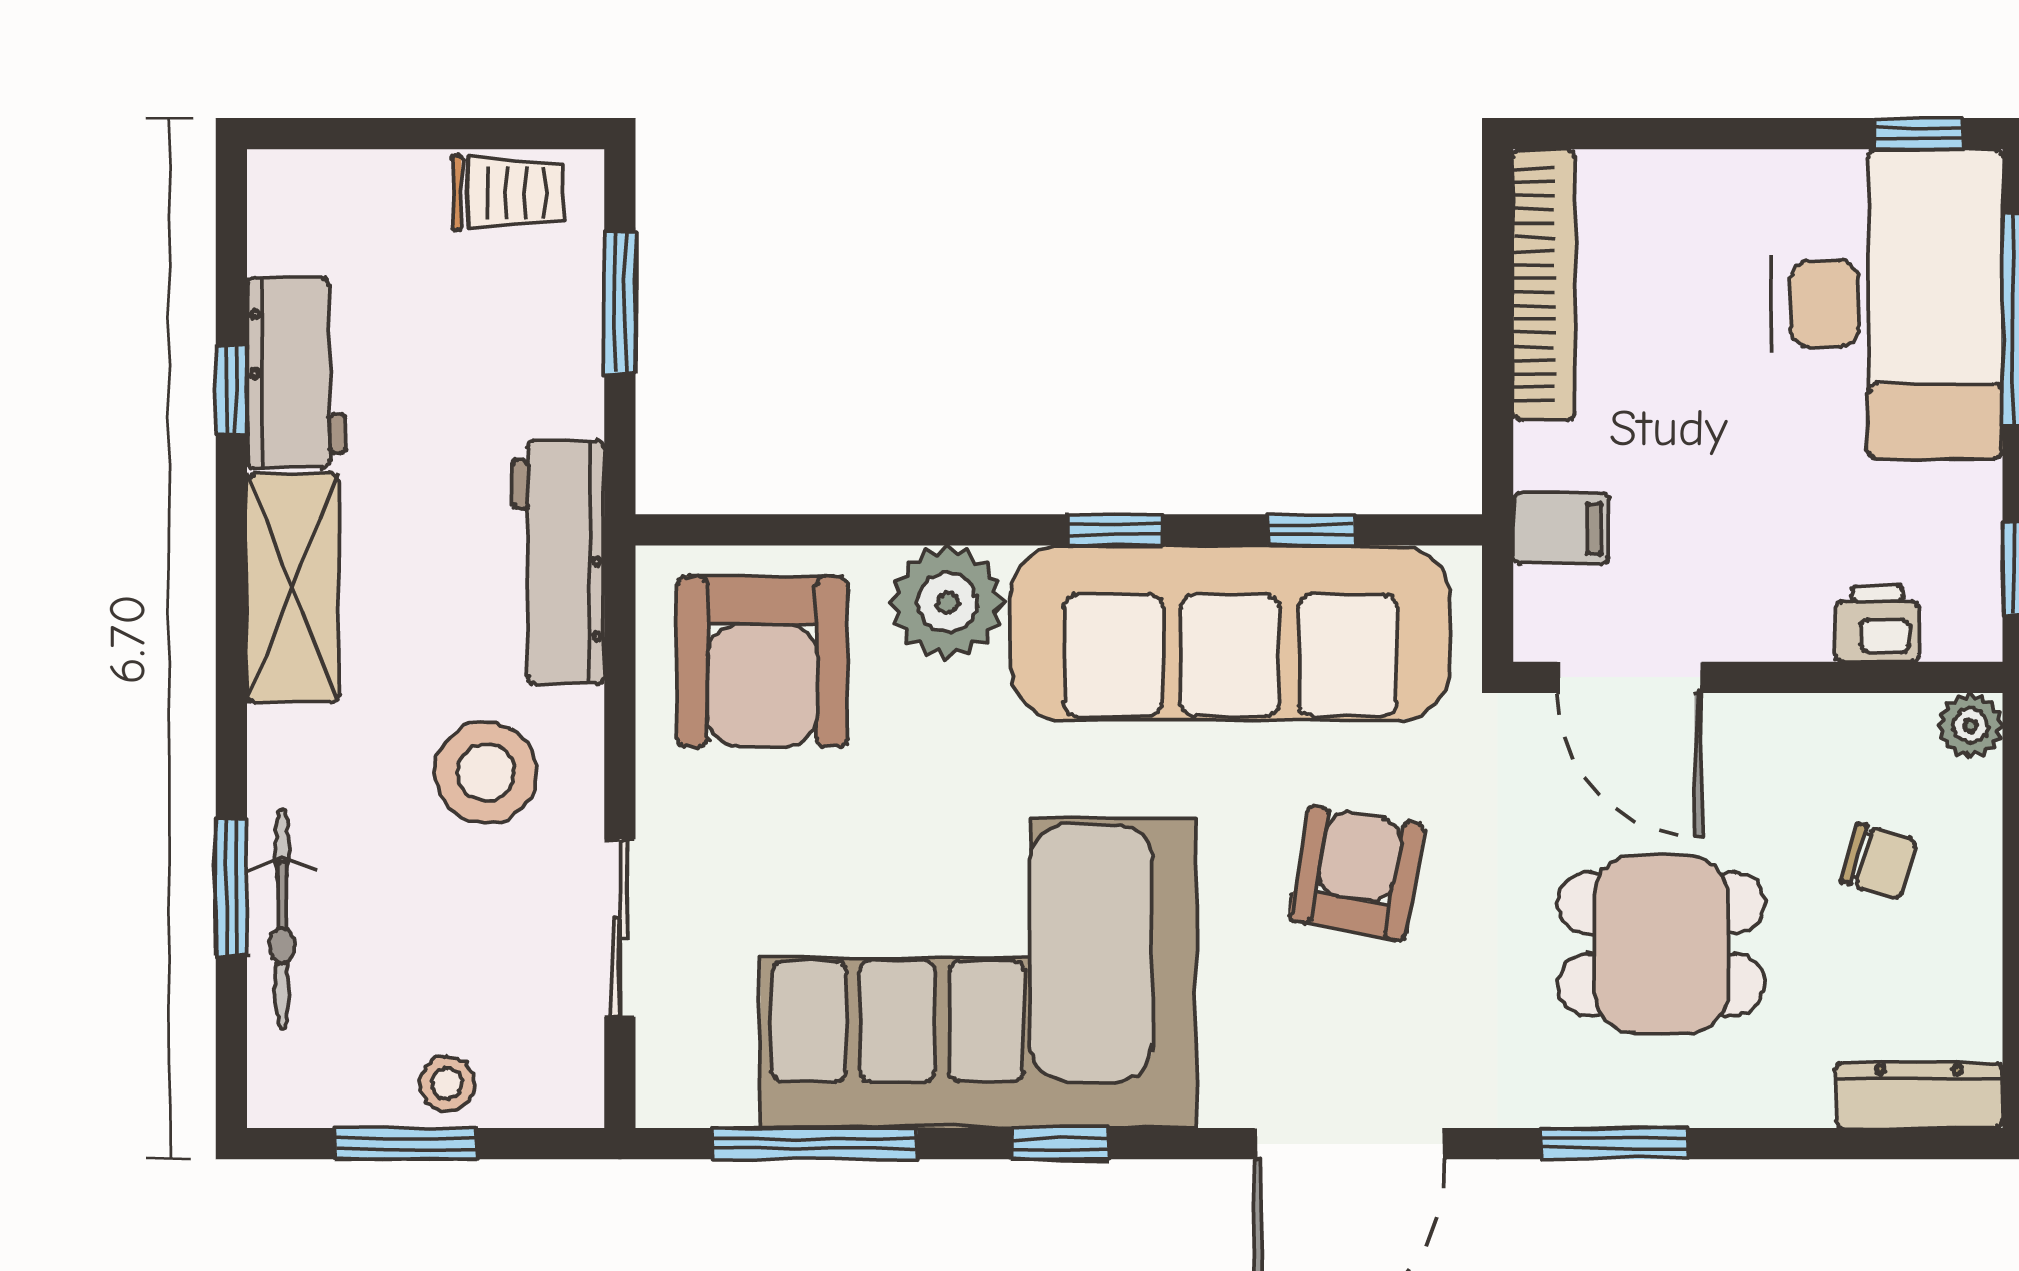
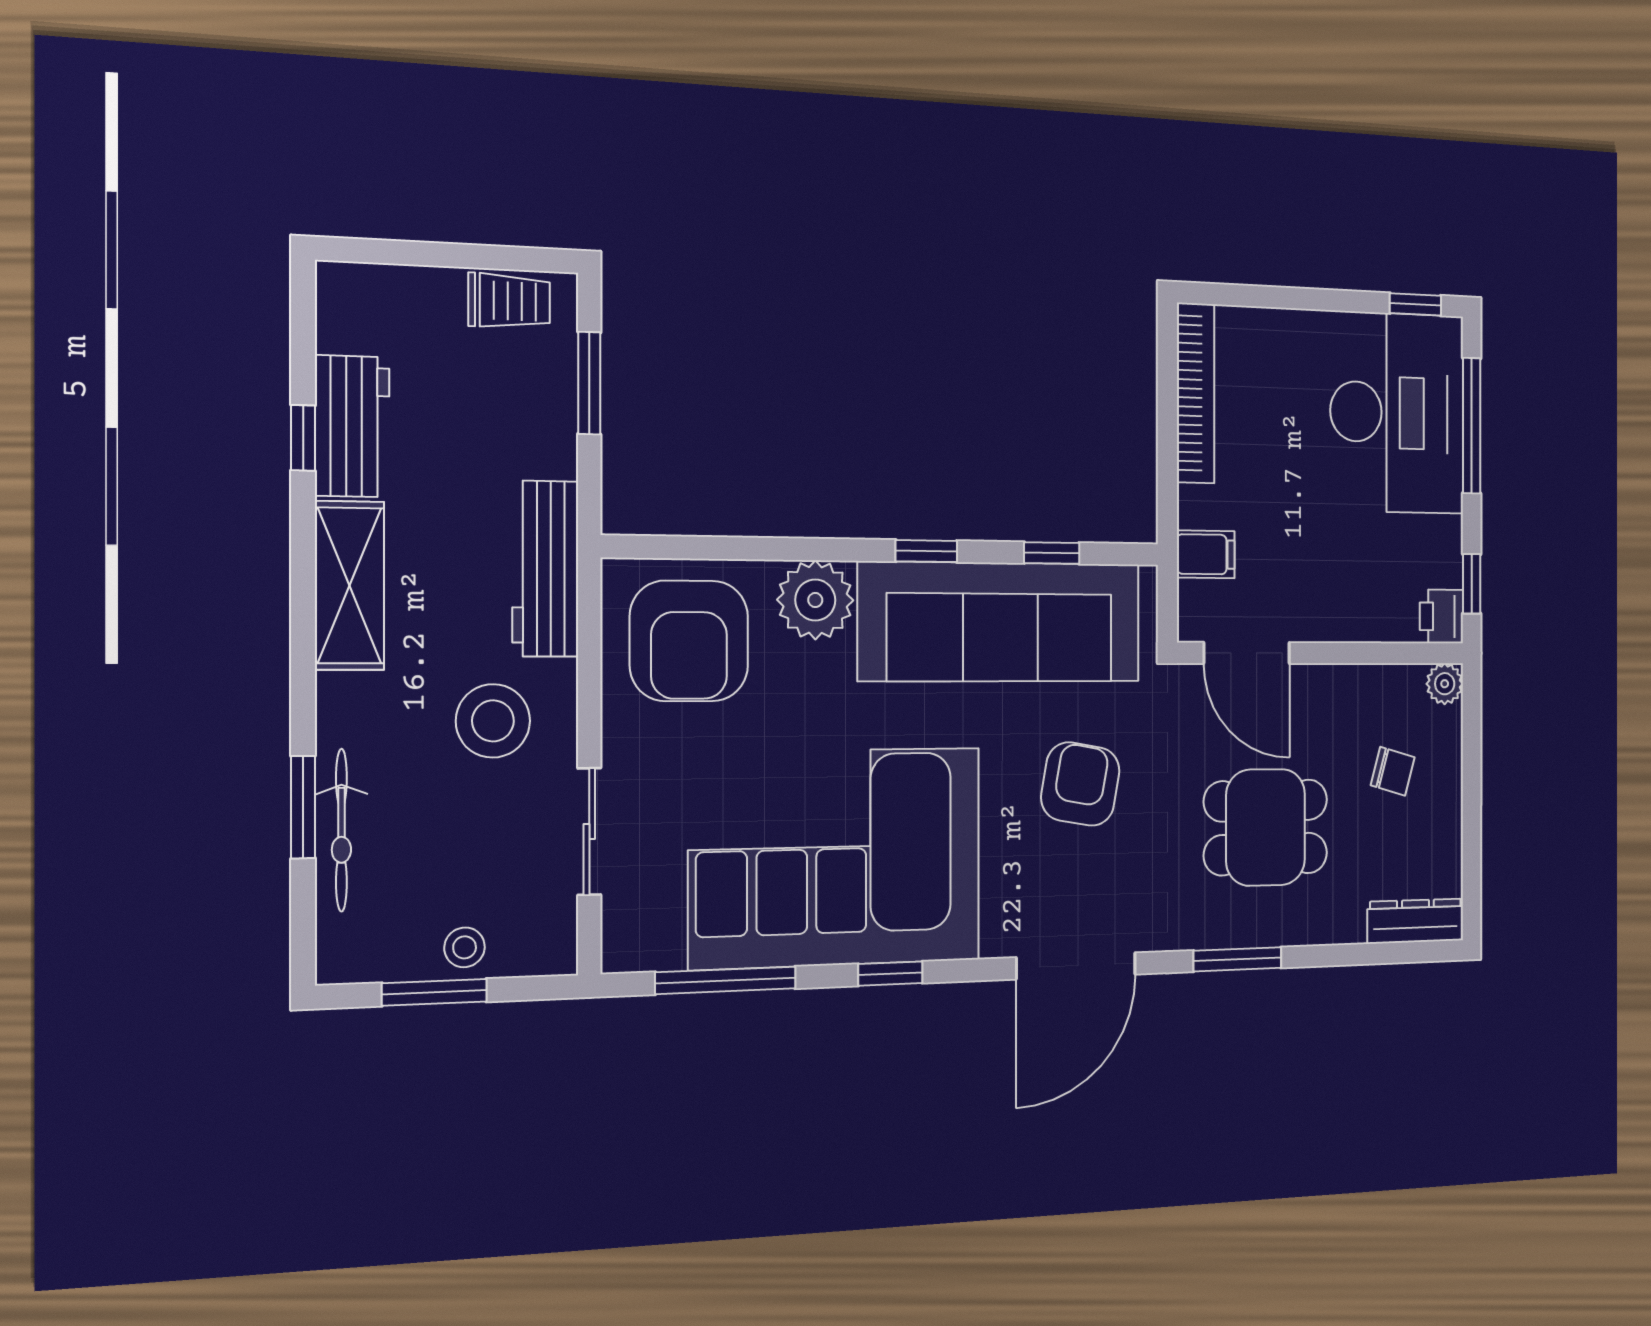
printer: (1877, 624) -> (1441, 616), moved, turned -90

